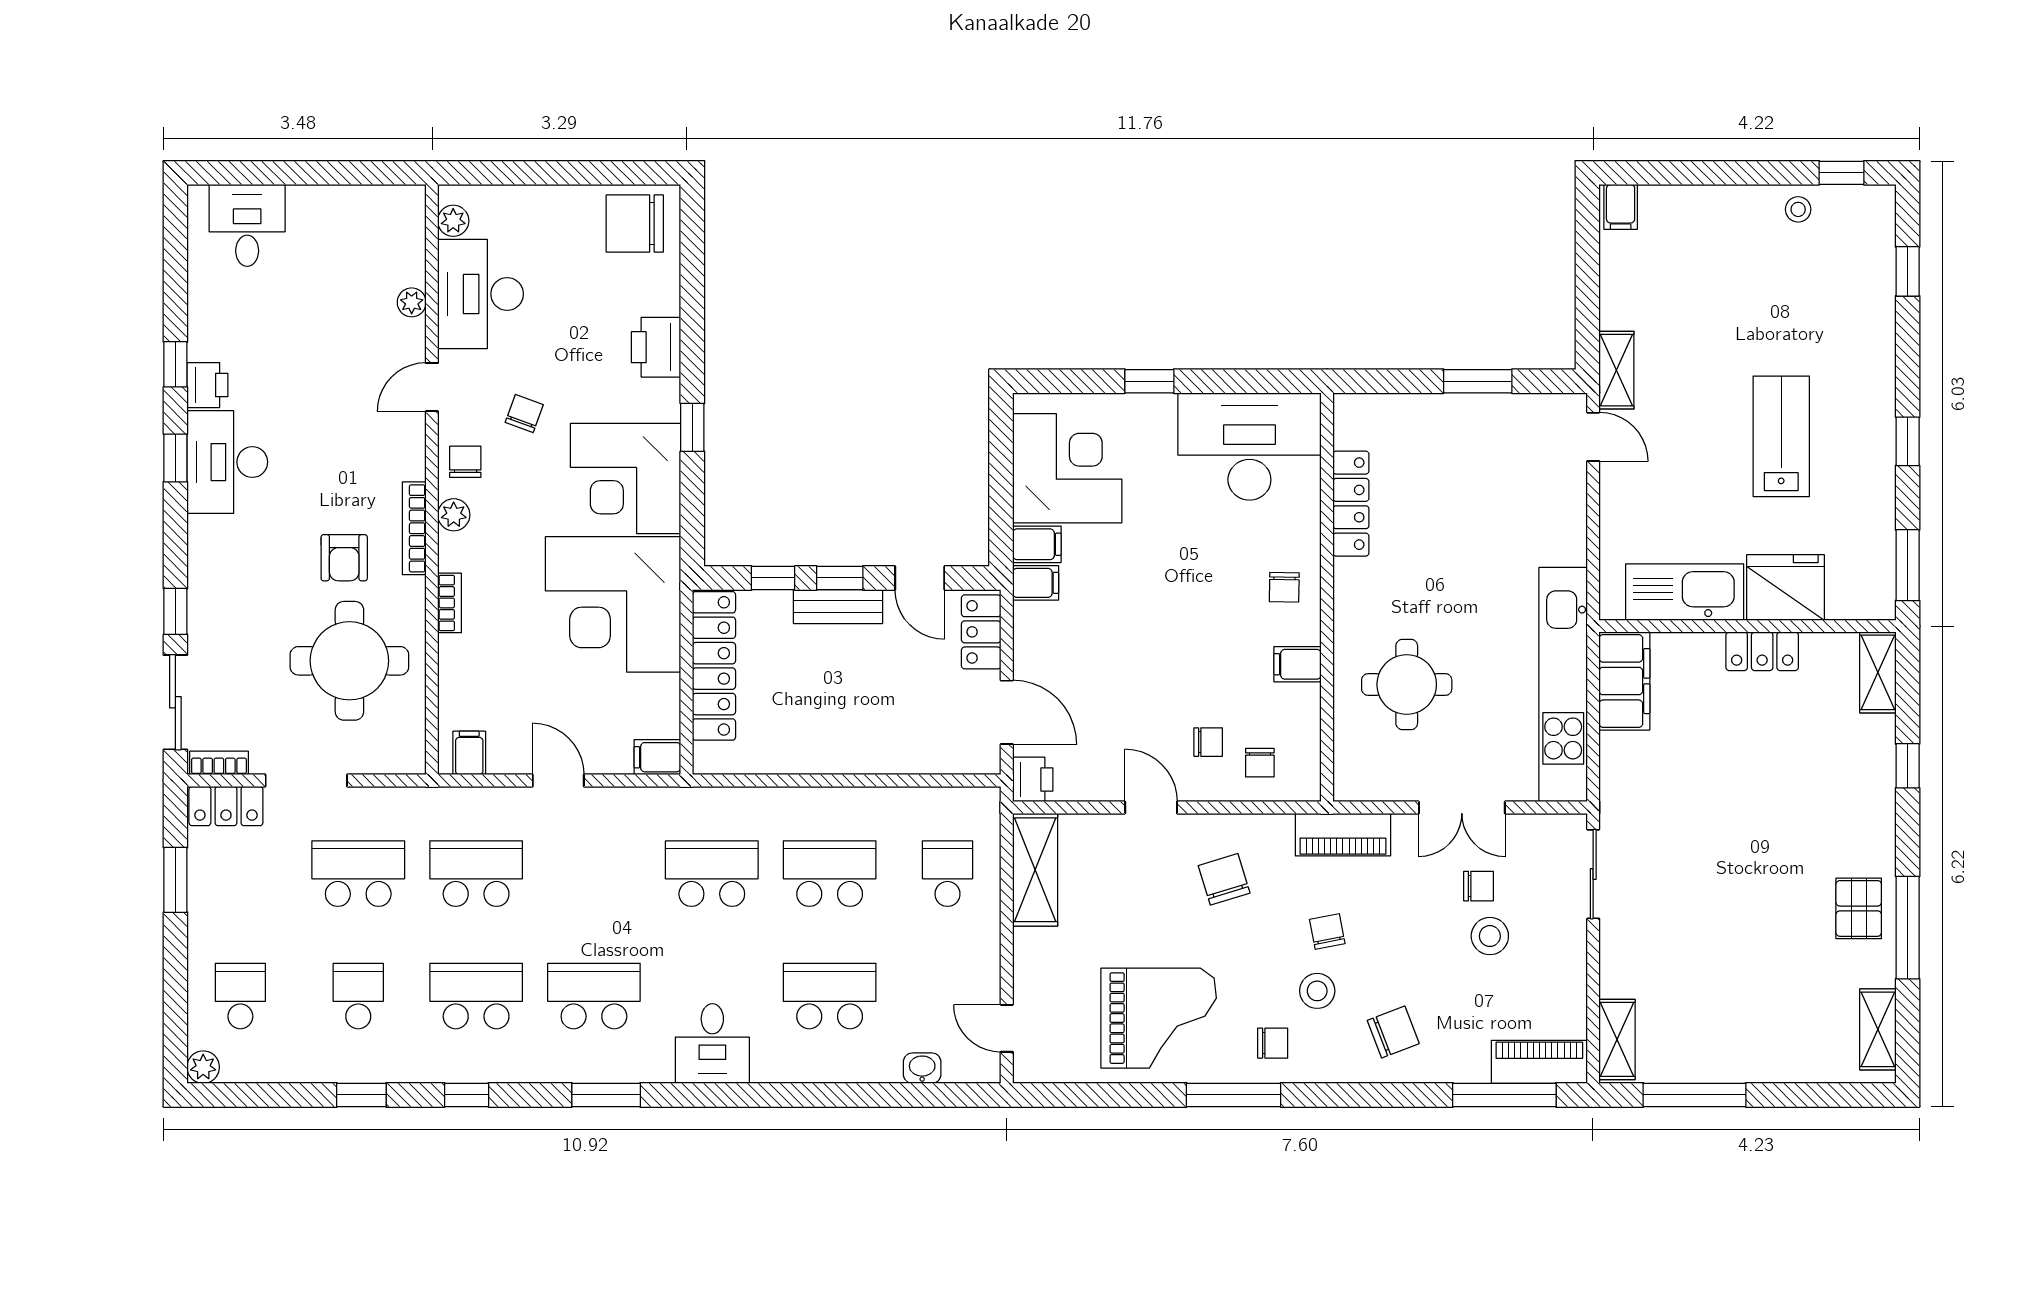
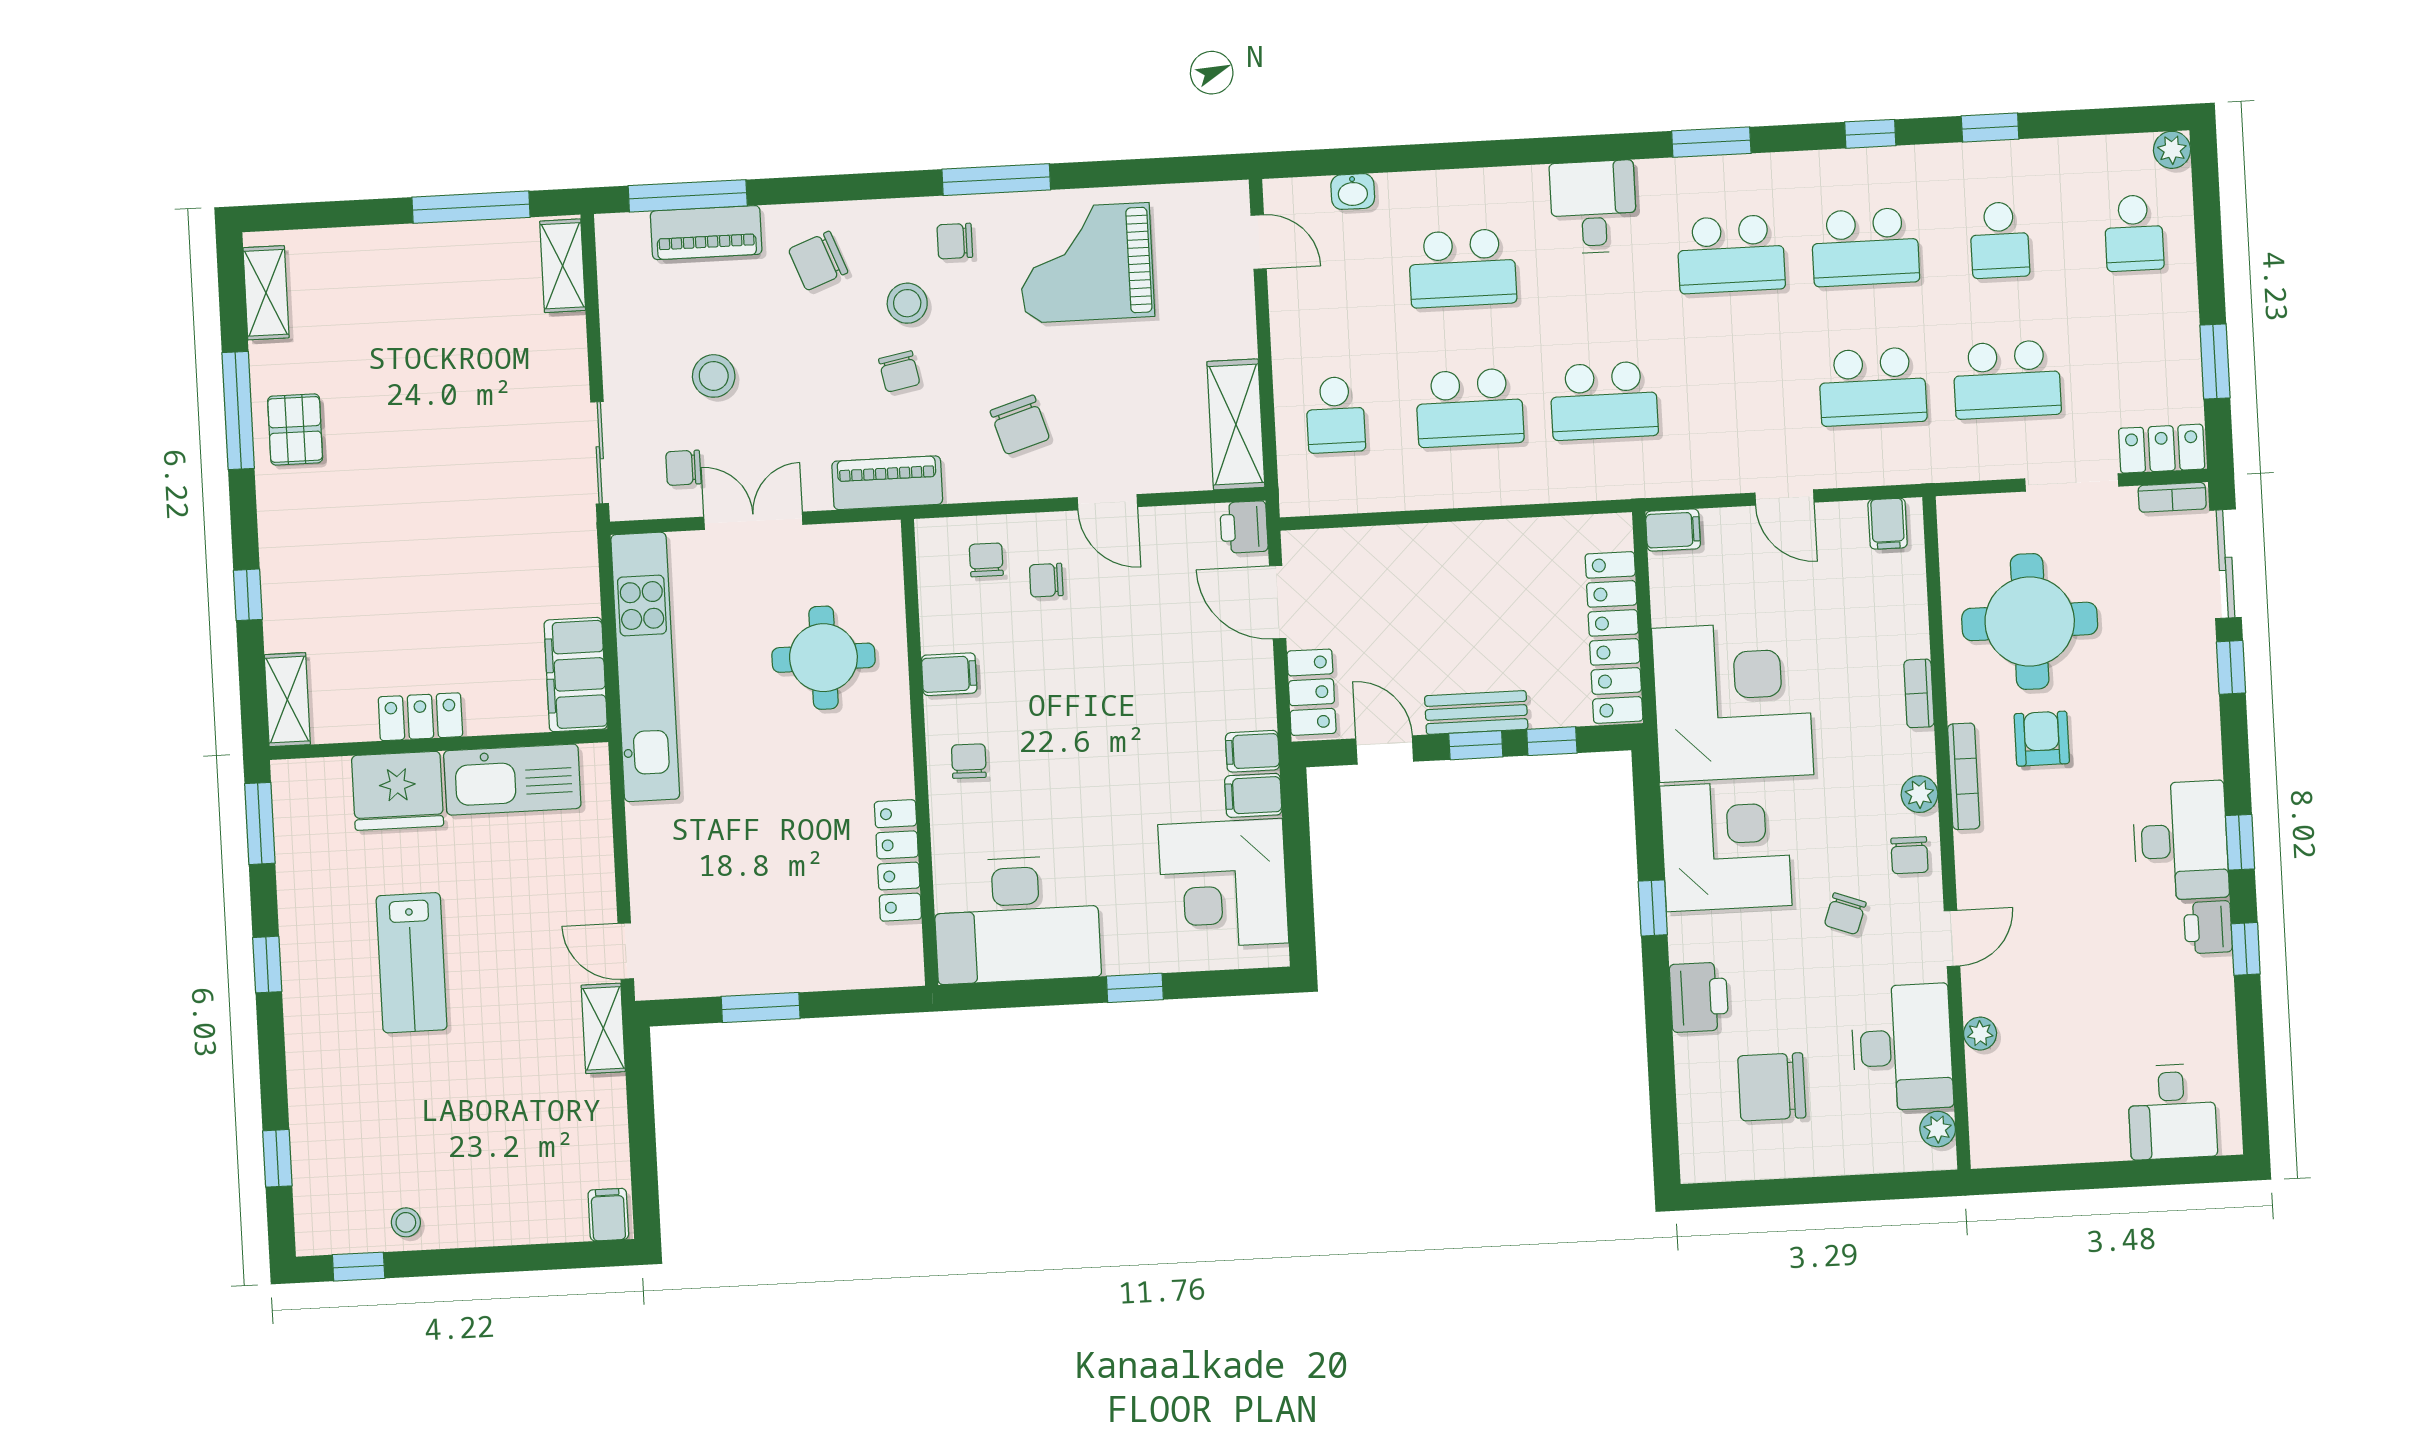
chair: (635, 223) -> (1772, 1087), moved, turned 180
chair: (1478, 886) -> (683, 468), moved
piano: (1539, 1062) -> (706, 233), moved

